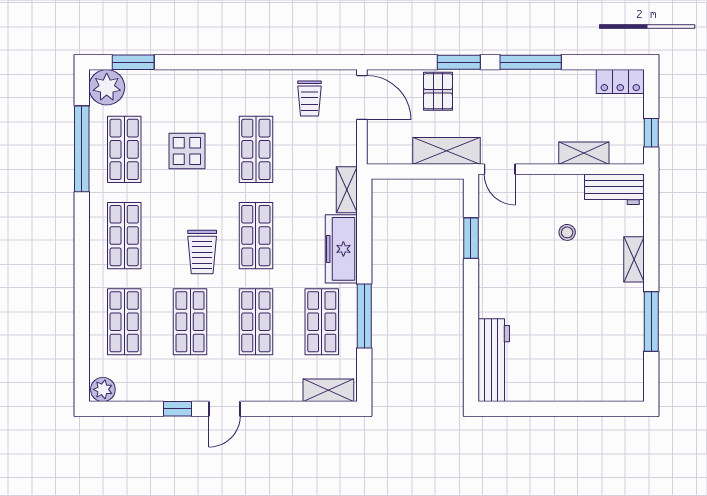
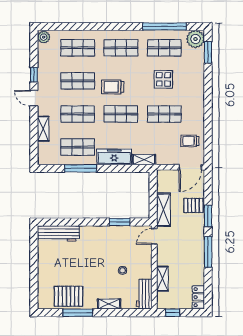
pallet: (619, 340) -> (68, 296), added
shelving: (328, 390) -> (43, 129), moved

